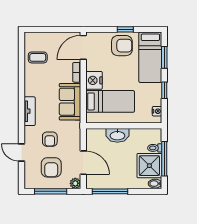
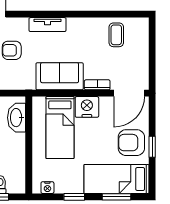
armchair: (122, 46) -> (131, 143), turned 90
door: (83, 47) -> (129, 93), swing flipped
washbasin: (117, 135) -> (17, 118), moved

